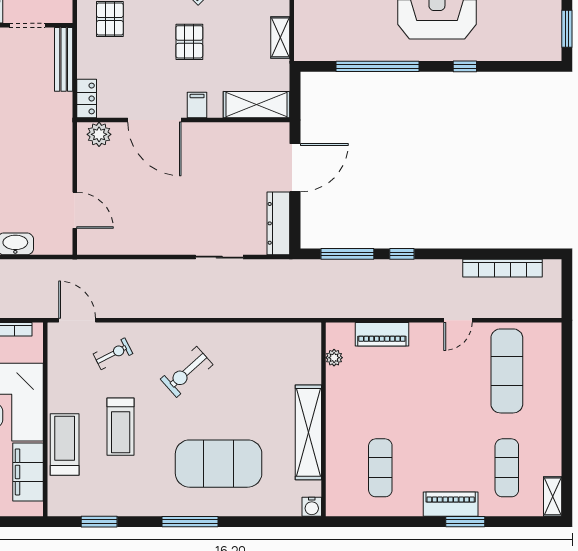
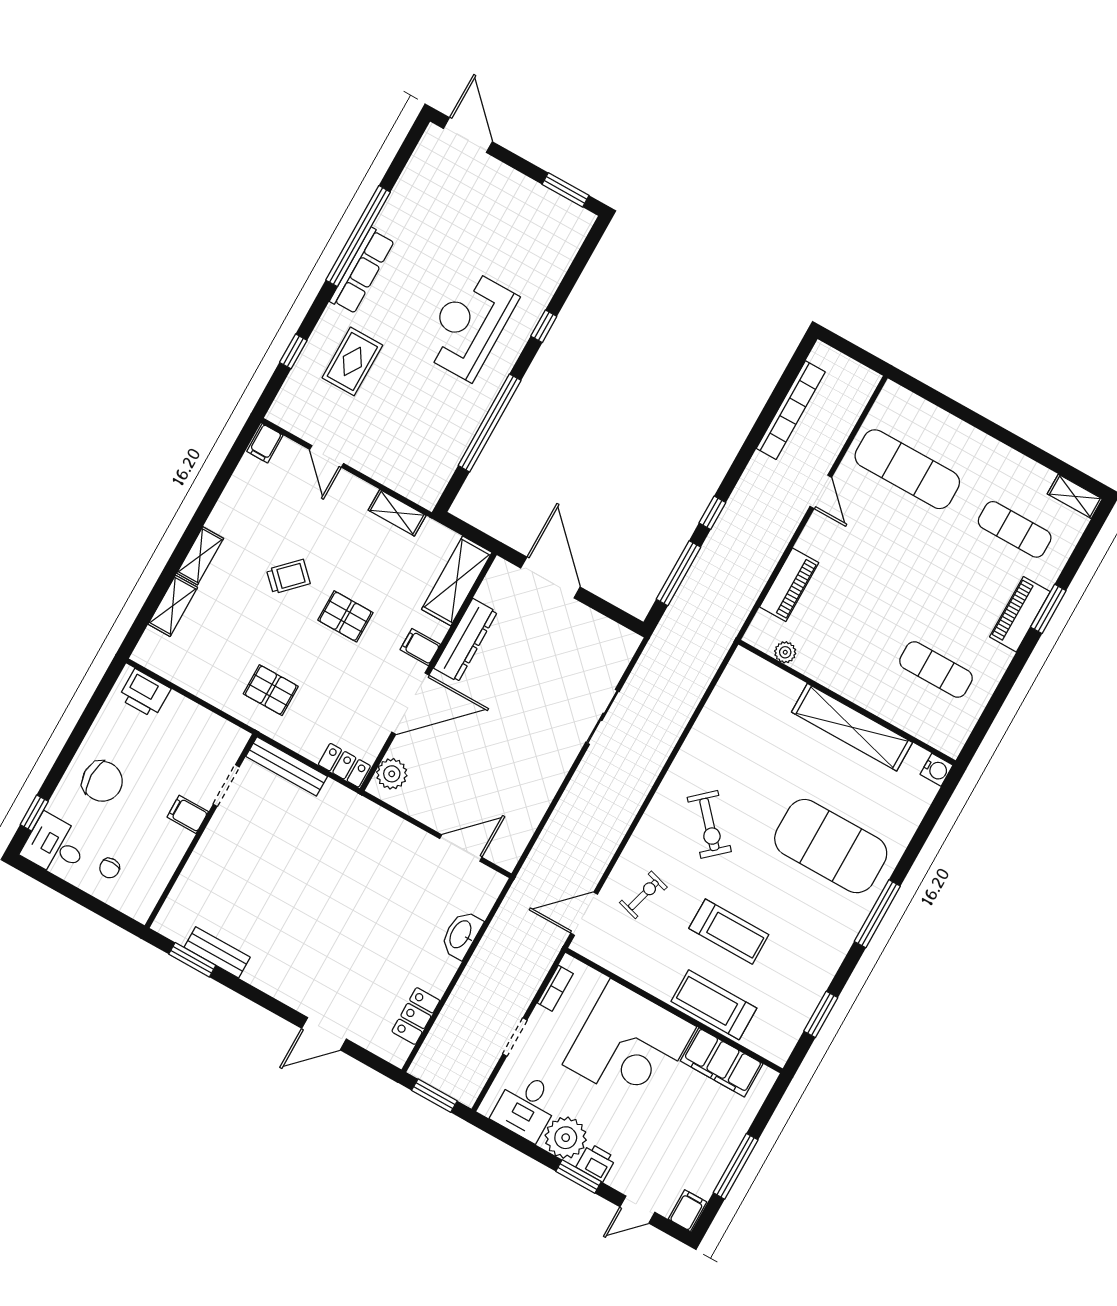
dresser: (278, 223) -> (465, 640), moved, turned -90
exercise bike: (113, 354) -> (643, 895), turned 43
exercise mat: (219, 464) -> (831, 846), turned 90

